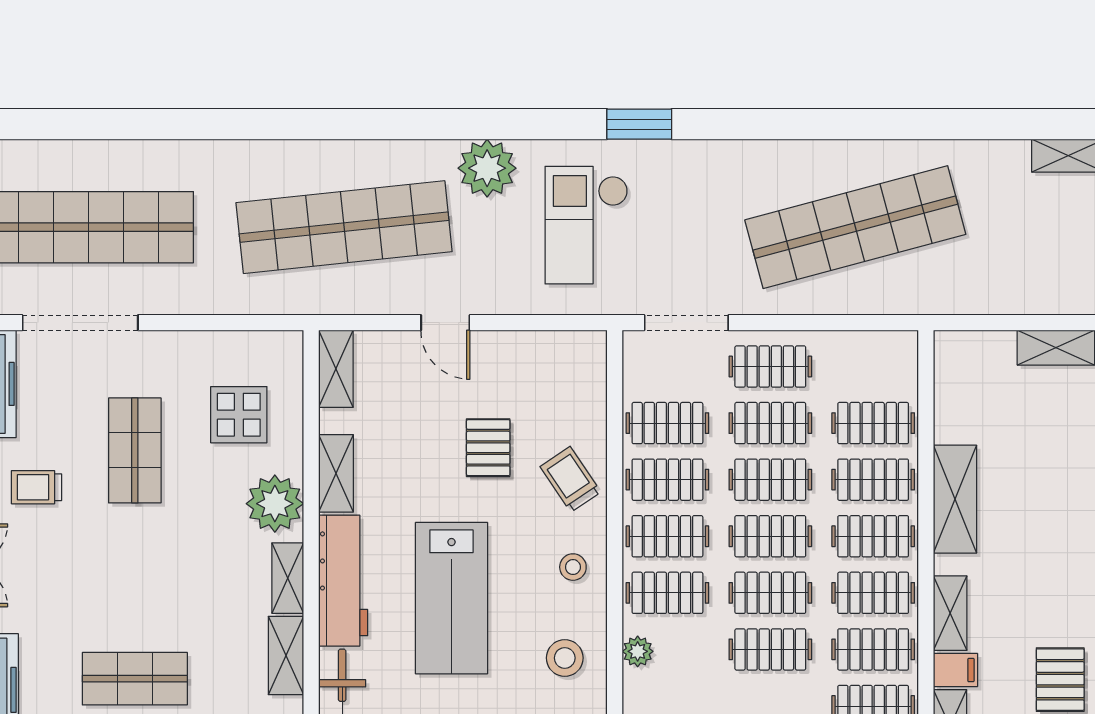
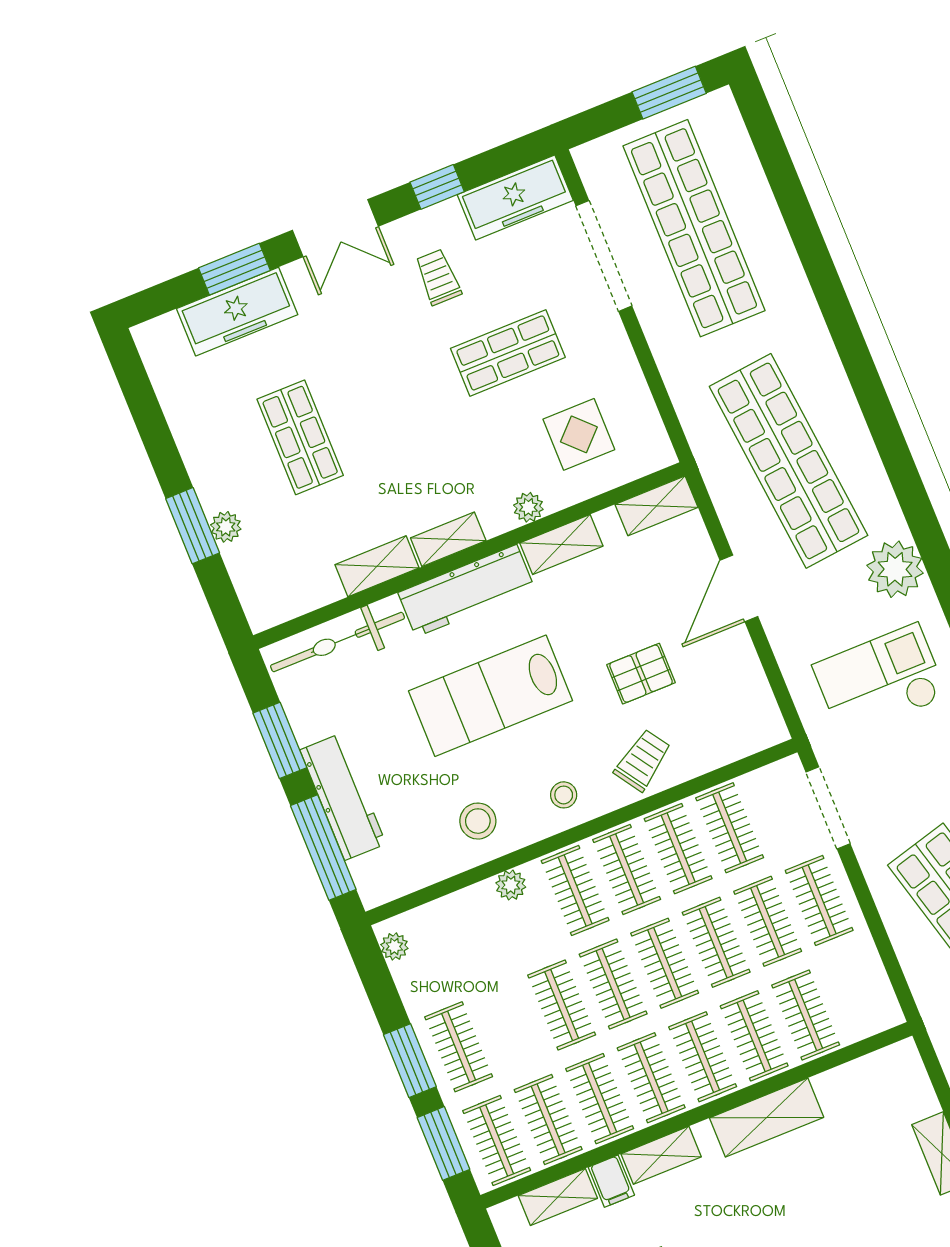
door: (445, 323) -> (739, 588), width x1.38
plant: (275, 504) -> (528, 507), width x0.53, depth x0.53

